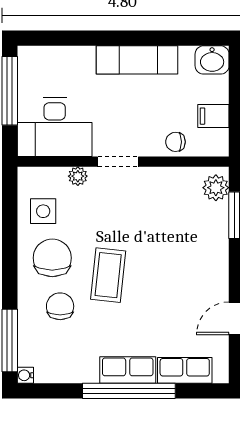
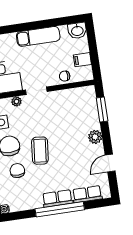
plant: (216, 188) -> (95, 137), moved

